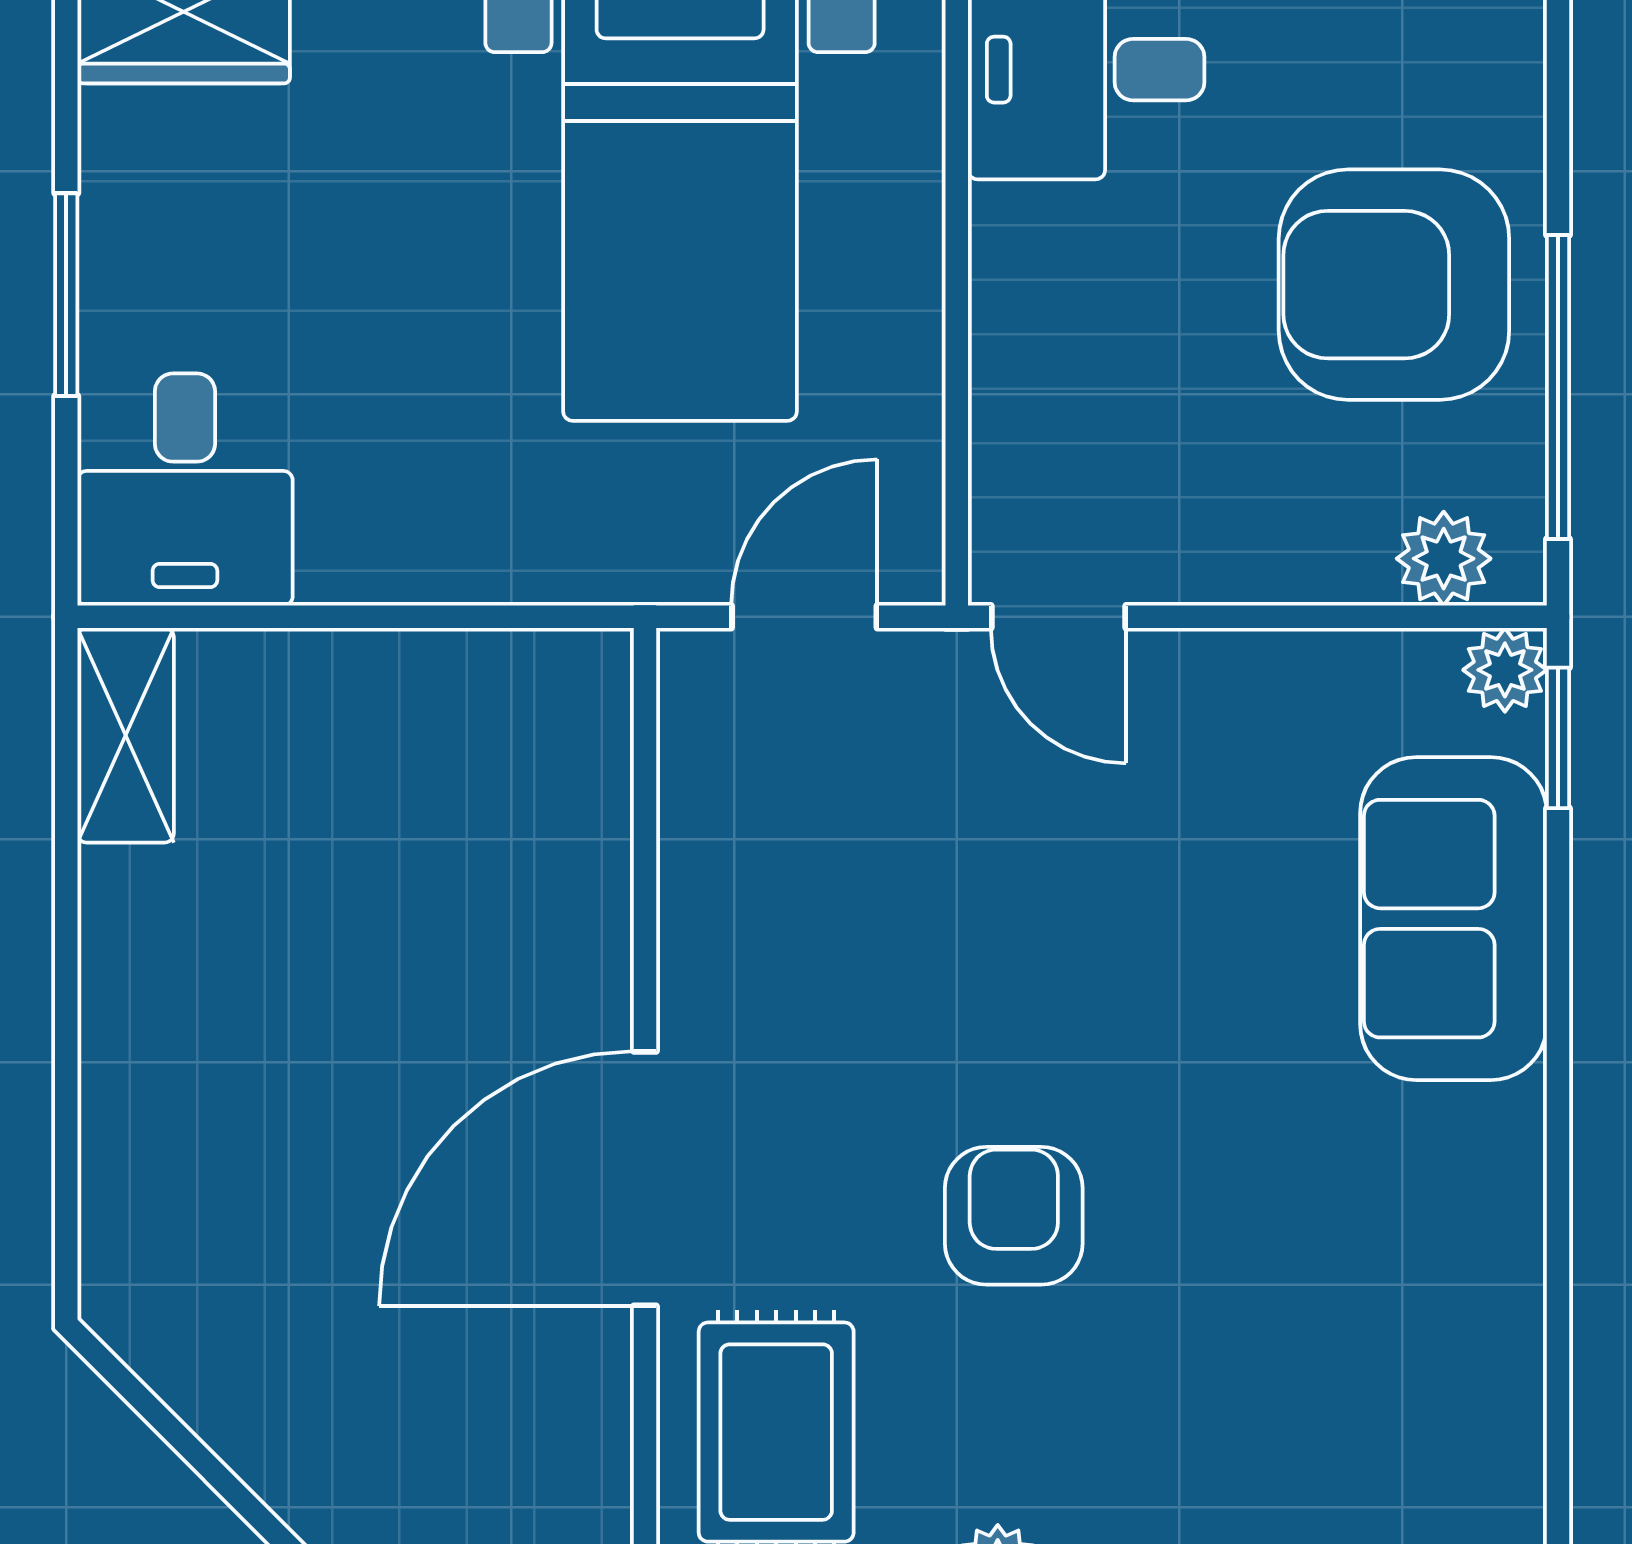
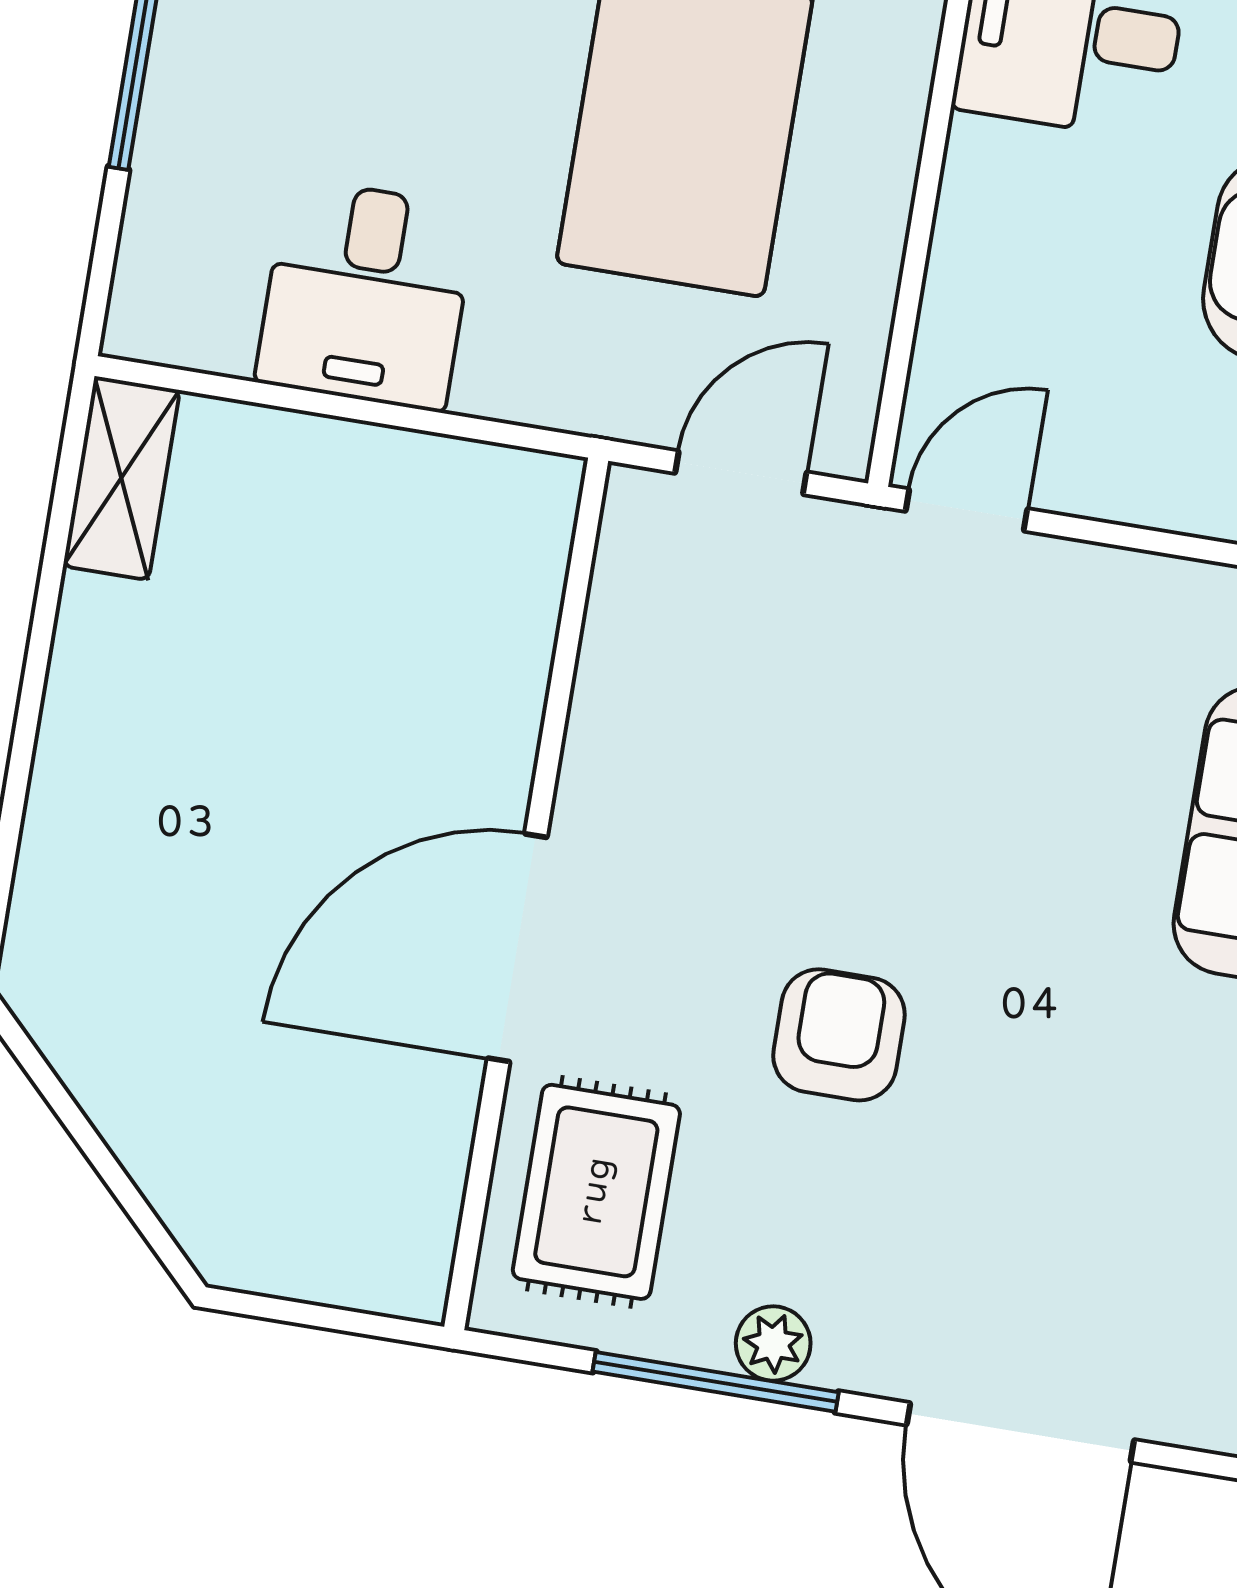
desk: (185, 490) -> (366, 295), moved
door: (1058, 617) -> (967, 510), swing flipped

